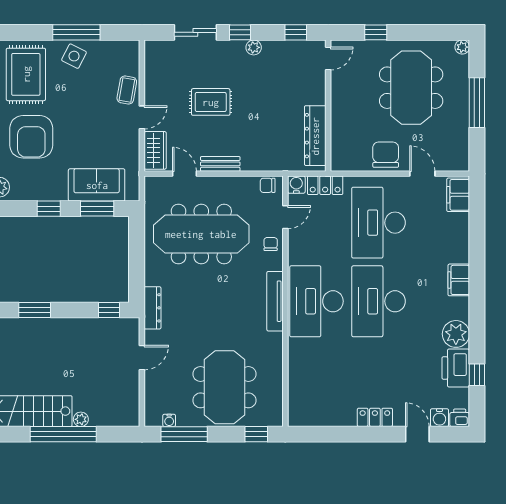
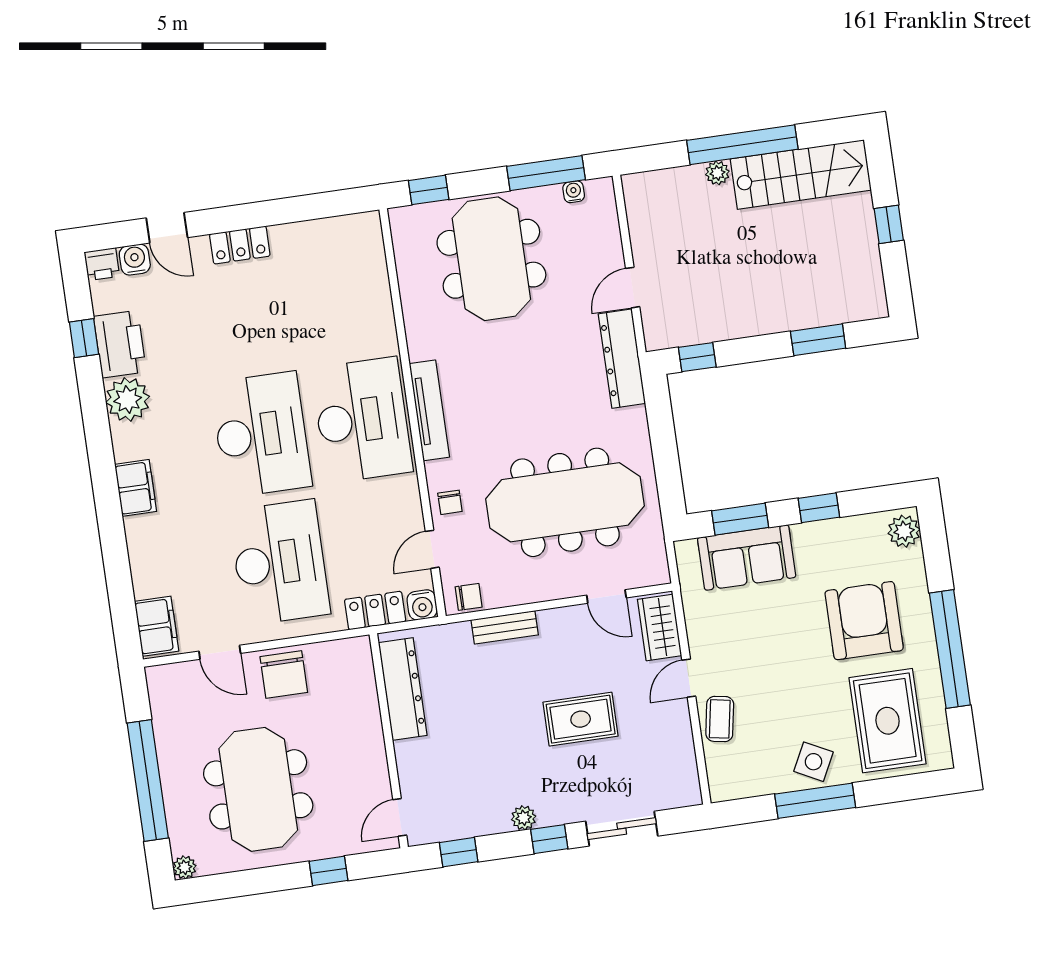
window: (477, 103) -> (148, 780), width x1.46
bench: (220, 164) -> (505, 627), moved
dresser: (152, 308) -> (622, 359), width x1.37, depth x1.24

